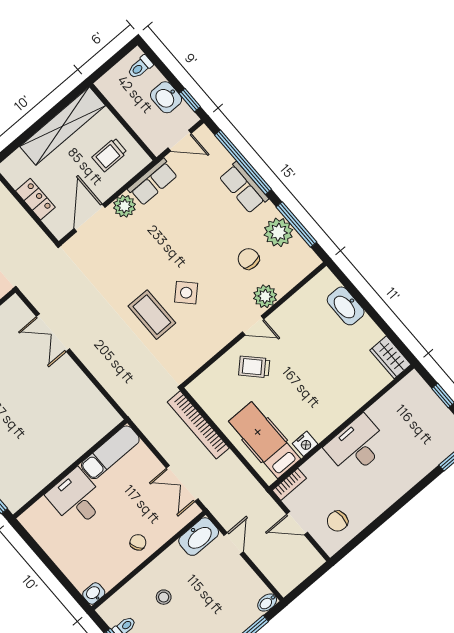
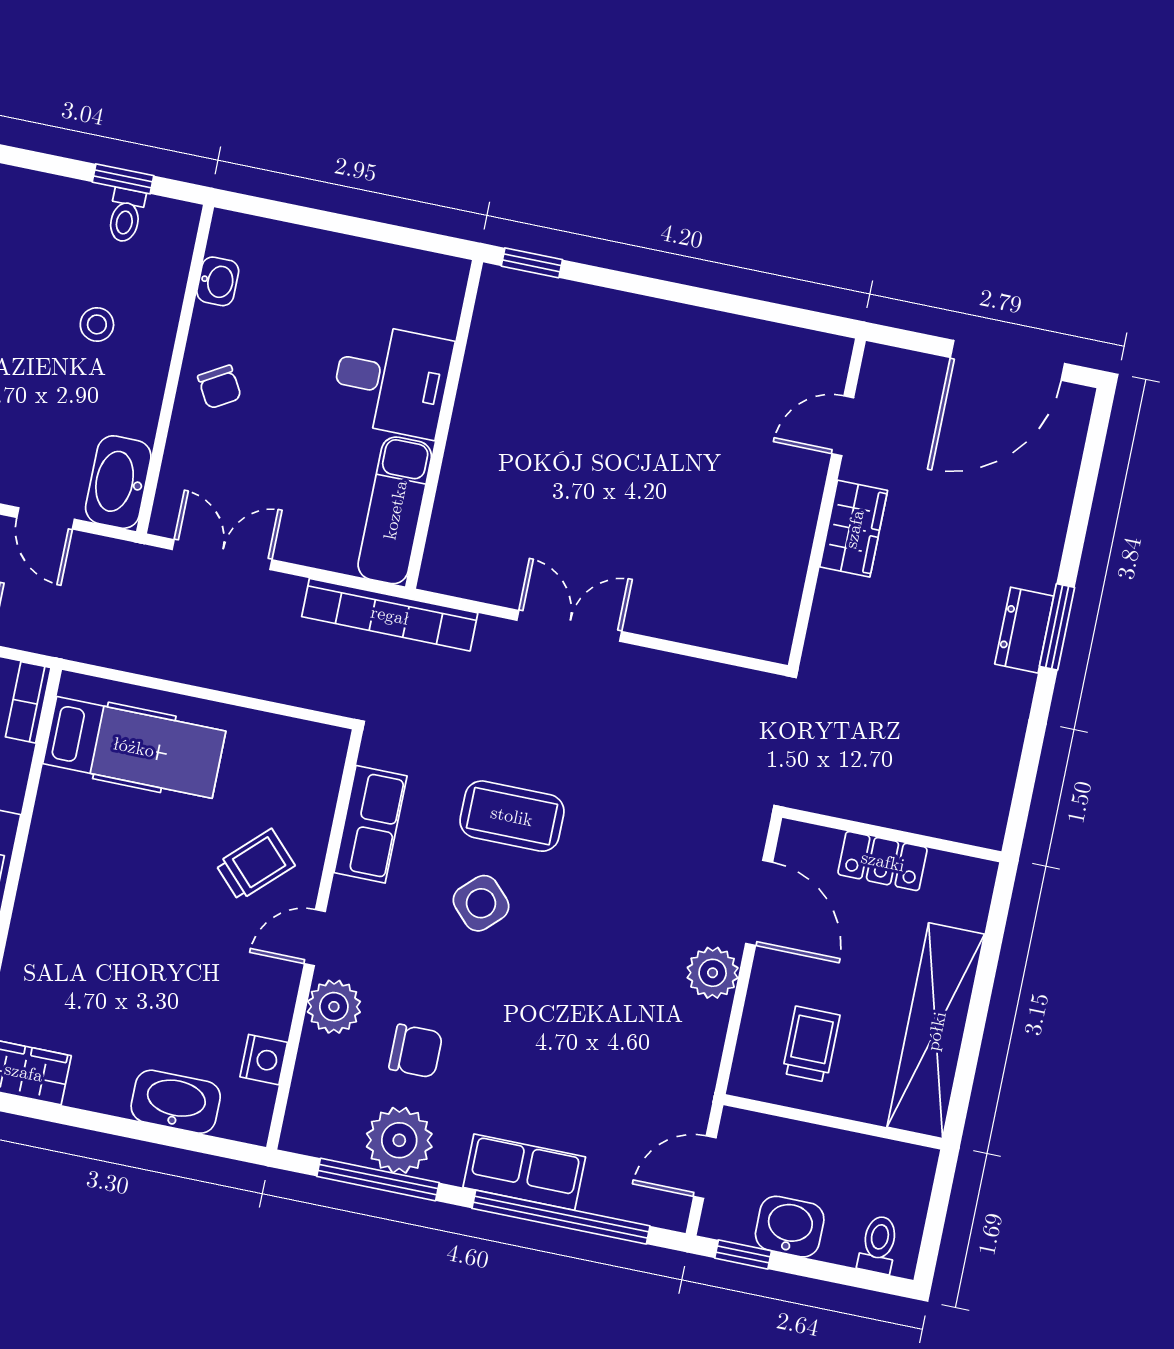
row of seats: (153, 182) -> (371, 824), moved, turned 180
double door: (53, 333) -> (569, 626), moved
bookcase: (198, 425) -> (390, 615), moved, turned 180
nightstand: (305, 444) -> (264, 1060), moved, turned 180
washbasin: (94, 593) -> (218, 281), moved

